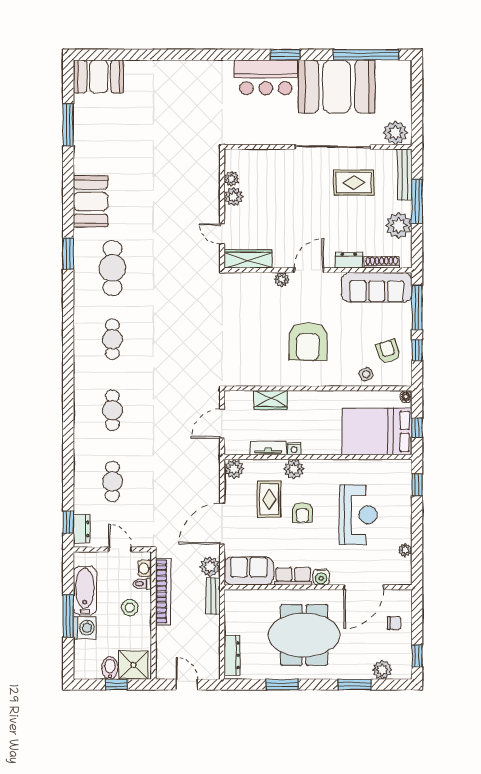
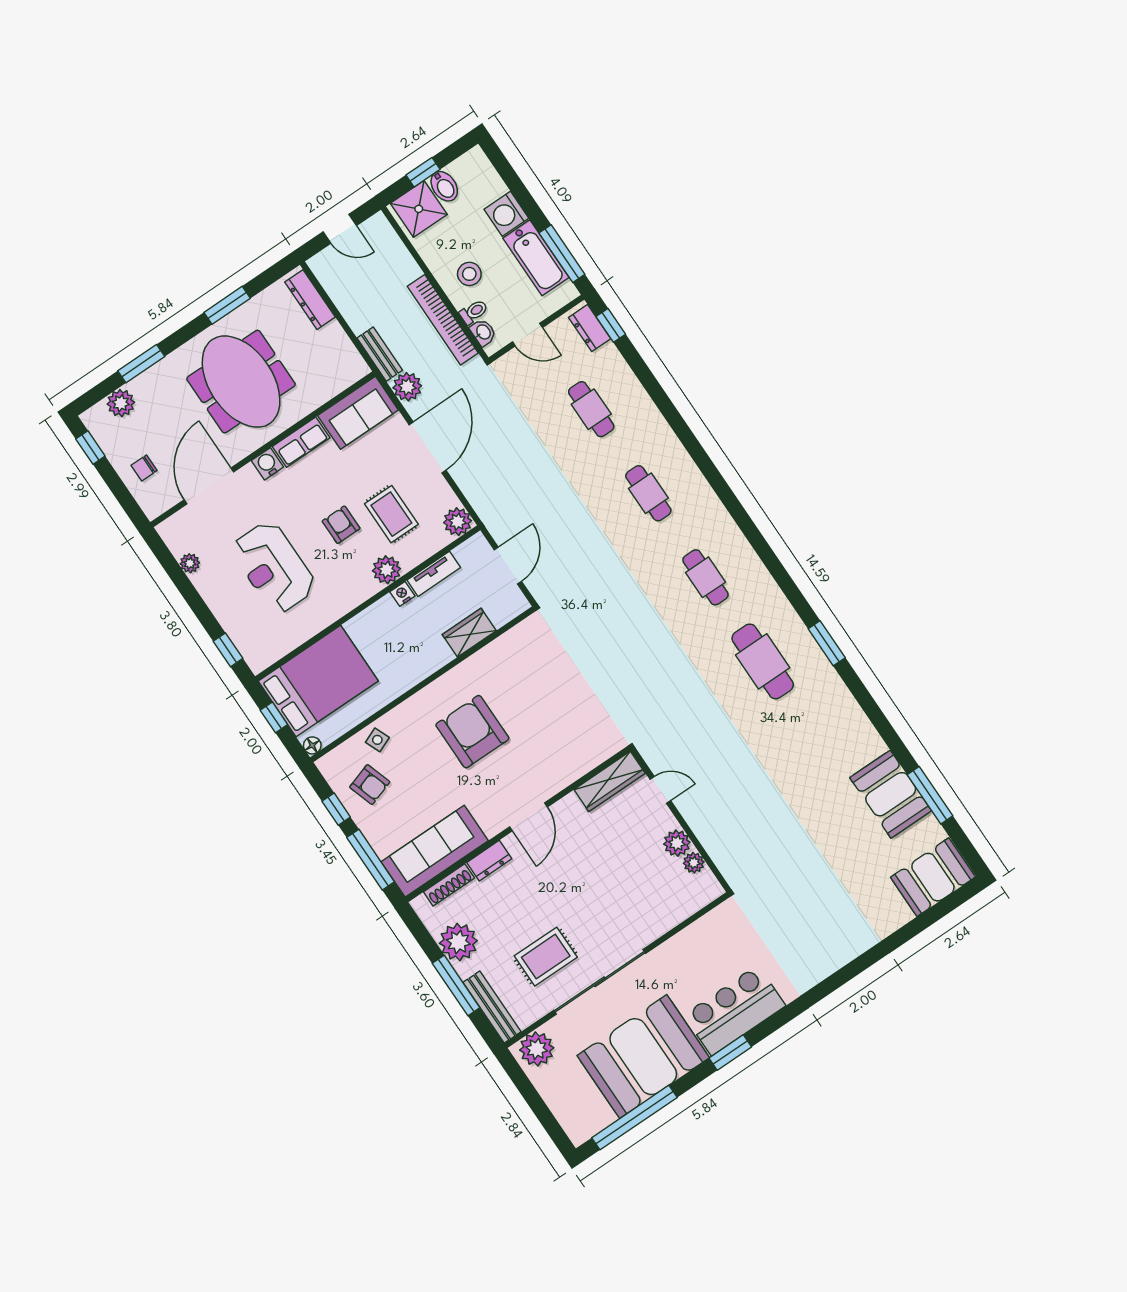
booth: (91, 201) -> (891, 794), moved
plant: (282, 280) -> (553, 784), removed
window: (68, 616) -> (562, 254), moved
meeting table: (304, 635) -> (241, 382), turned 90

